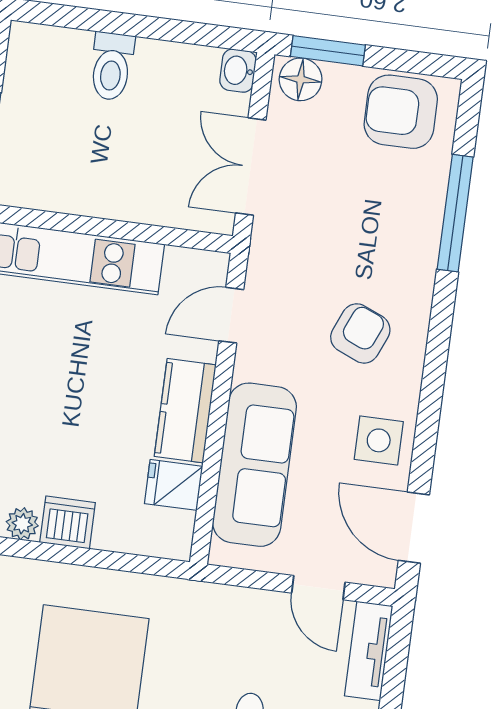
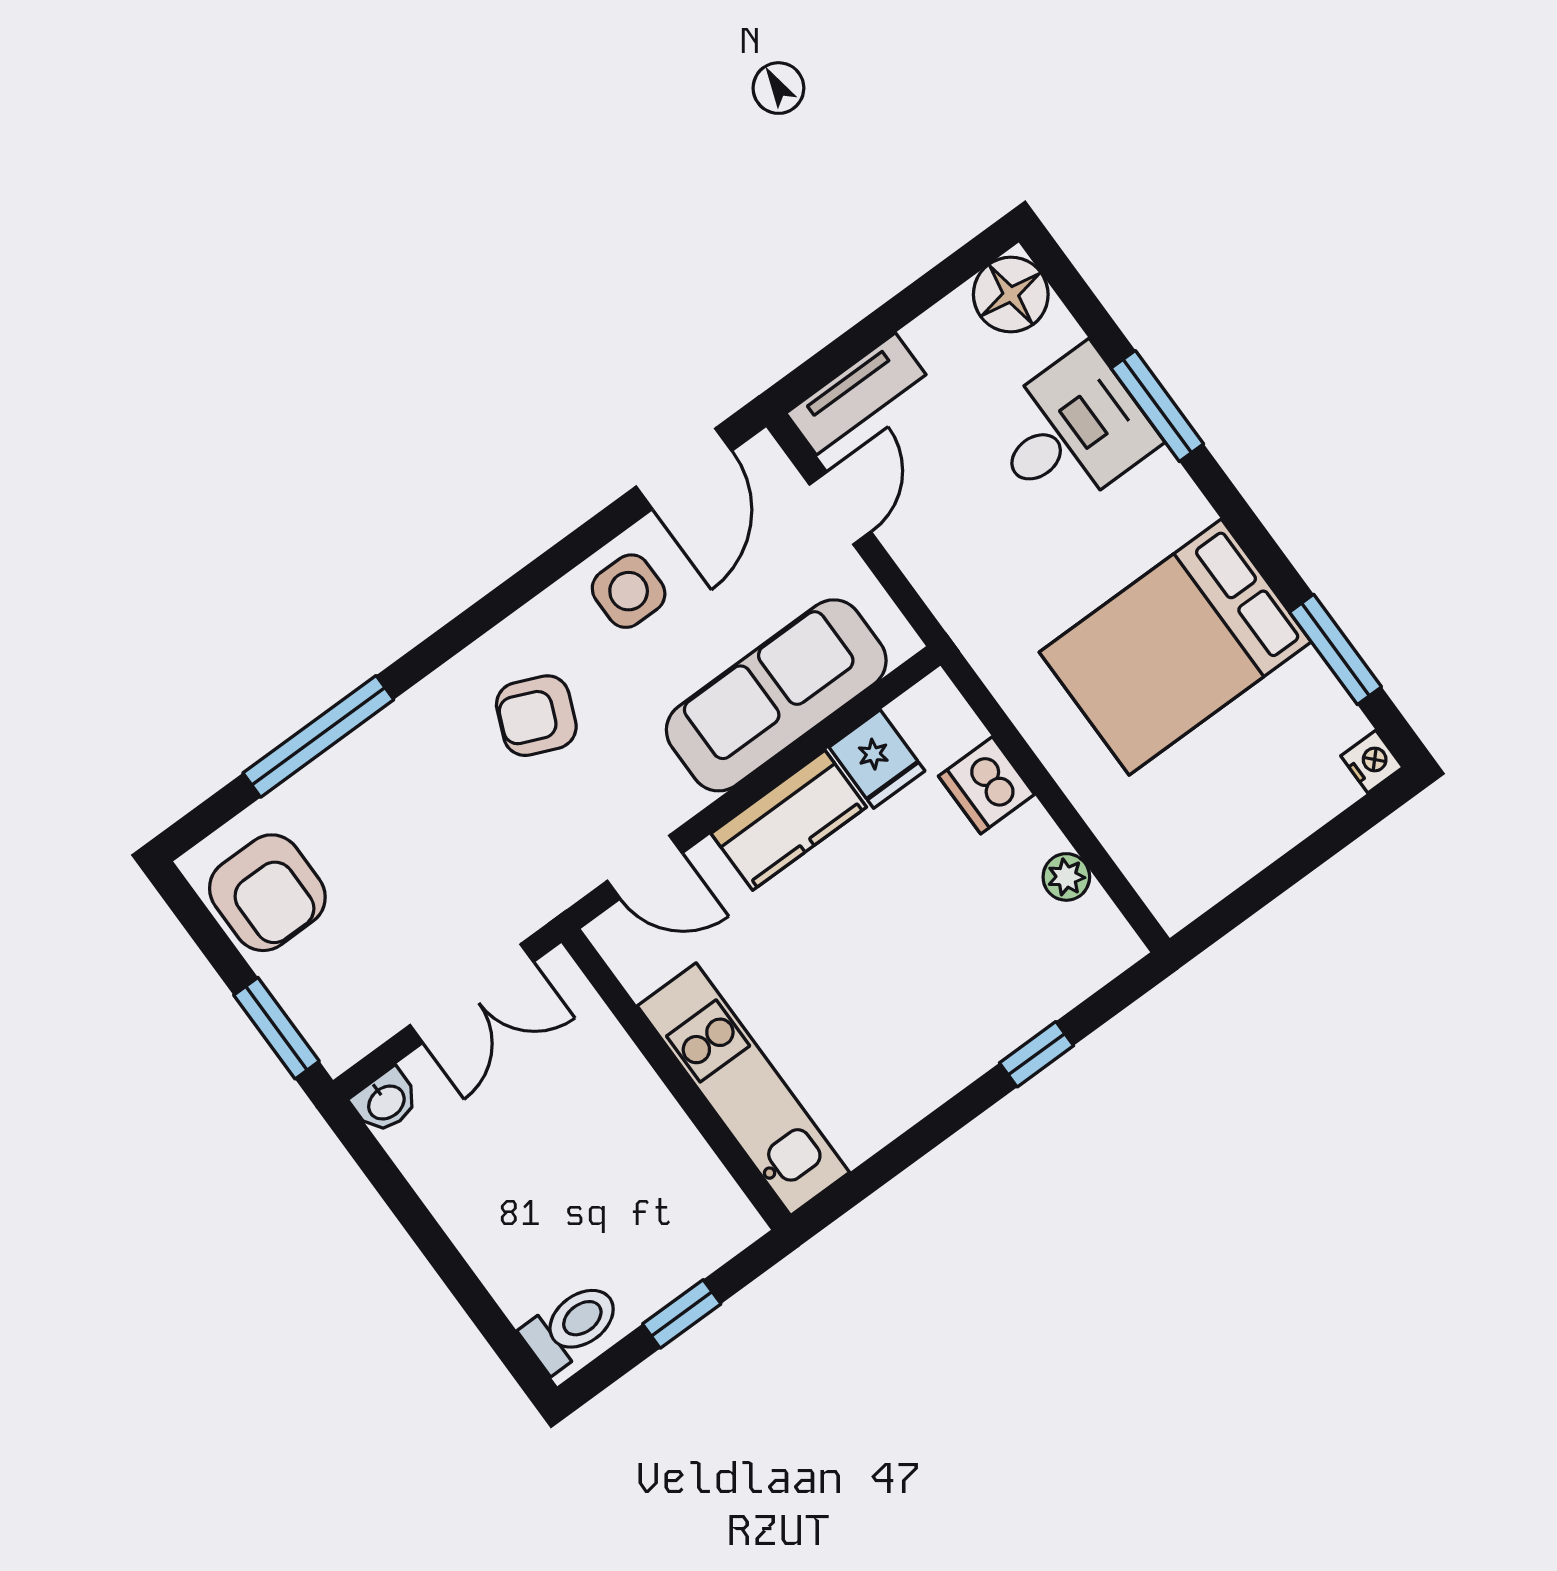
toilet: (112, 66) -> (572, 1326), moved
floor lamp: (301, 79) -> (333, 1028), removed
dishwasher: (68, 522) -> (987, 785), moved

